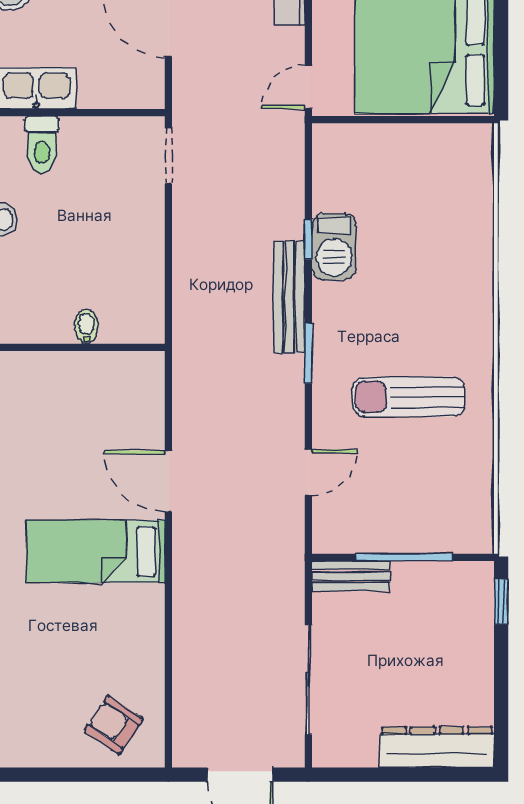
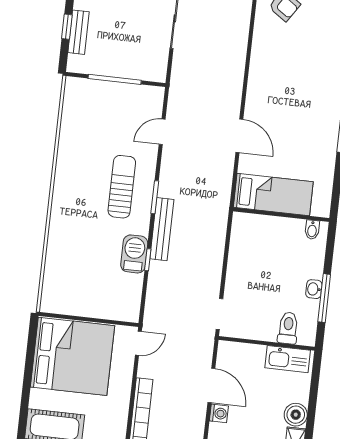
bidet: (86, 327) -> (312, 230), moved
sun lounger: (409, 397) -> (122, 187), moved, turned -90
bed: (95, 551) -> (273, 195), moved
bench: (351, 576) -> (78, 32), moved, turned 90
window: (501, 602) -> (67, 27), moved

